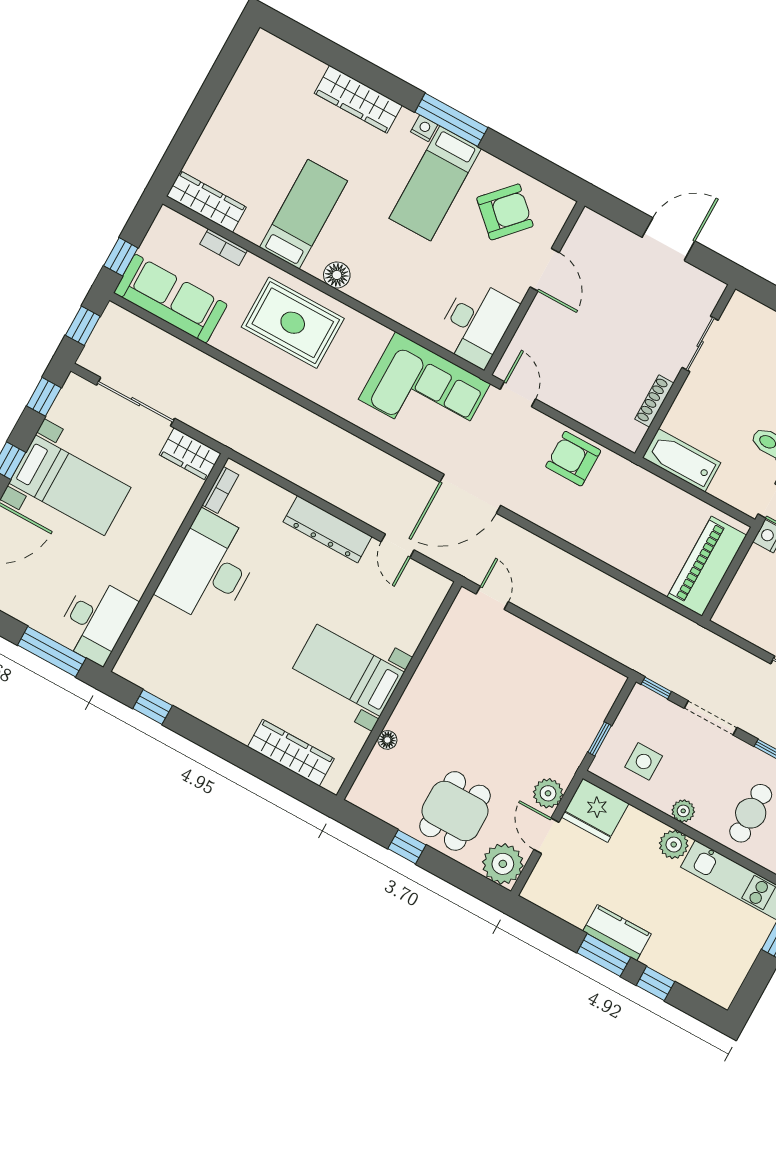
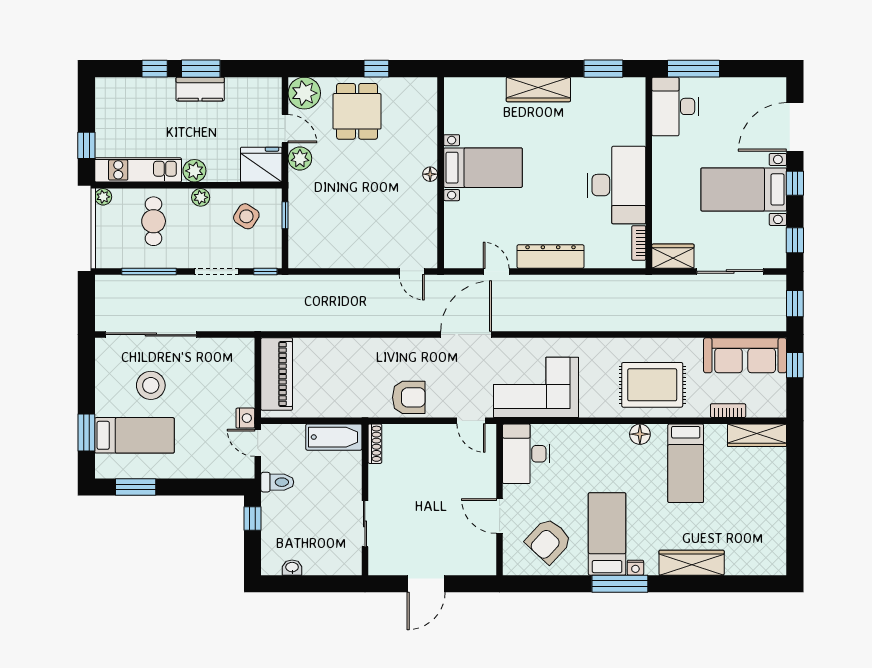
shoe rack: (654, 401) -> (375, 444), moved
window: (153, 707) -> (603, 69), width x1.50
floor lamp: (387, 740) -> (430, 174), moved
wardrobe: (291, 753) -> (538, 89), moved
side table: (644, 761) -> (246, 216), turned 33

